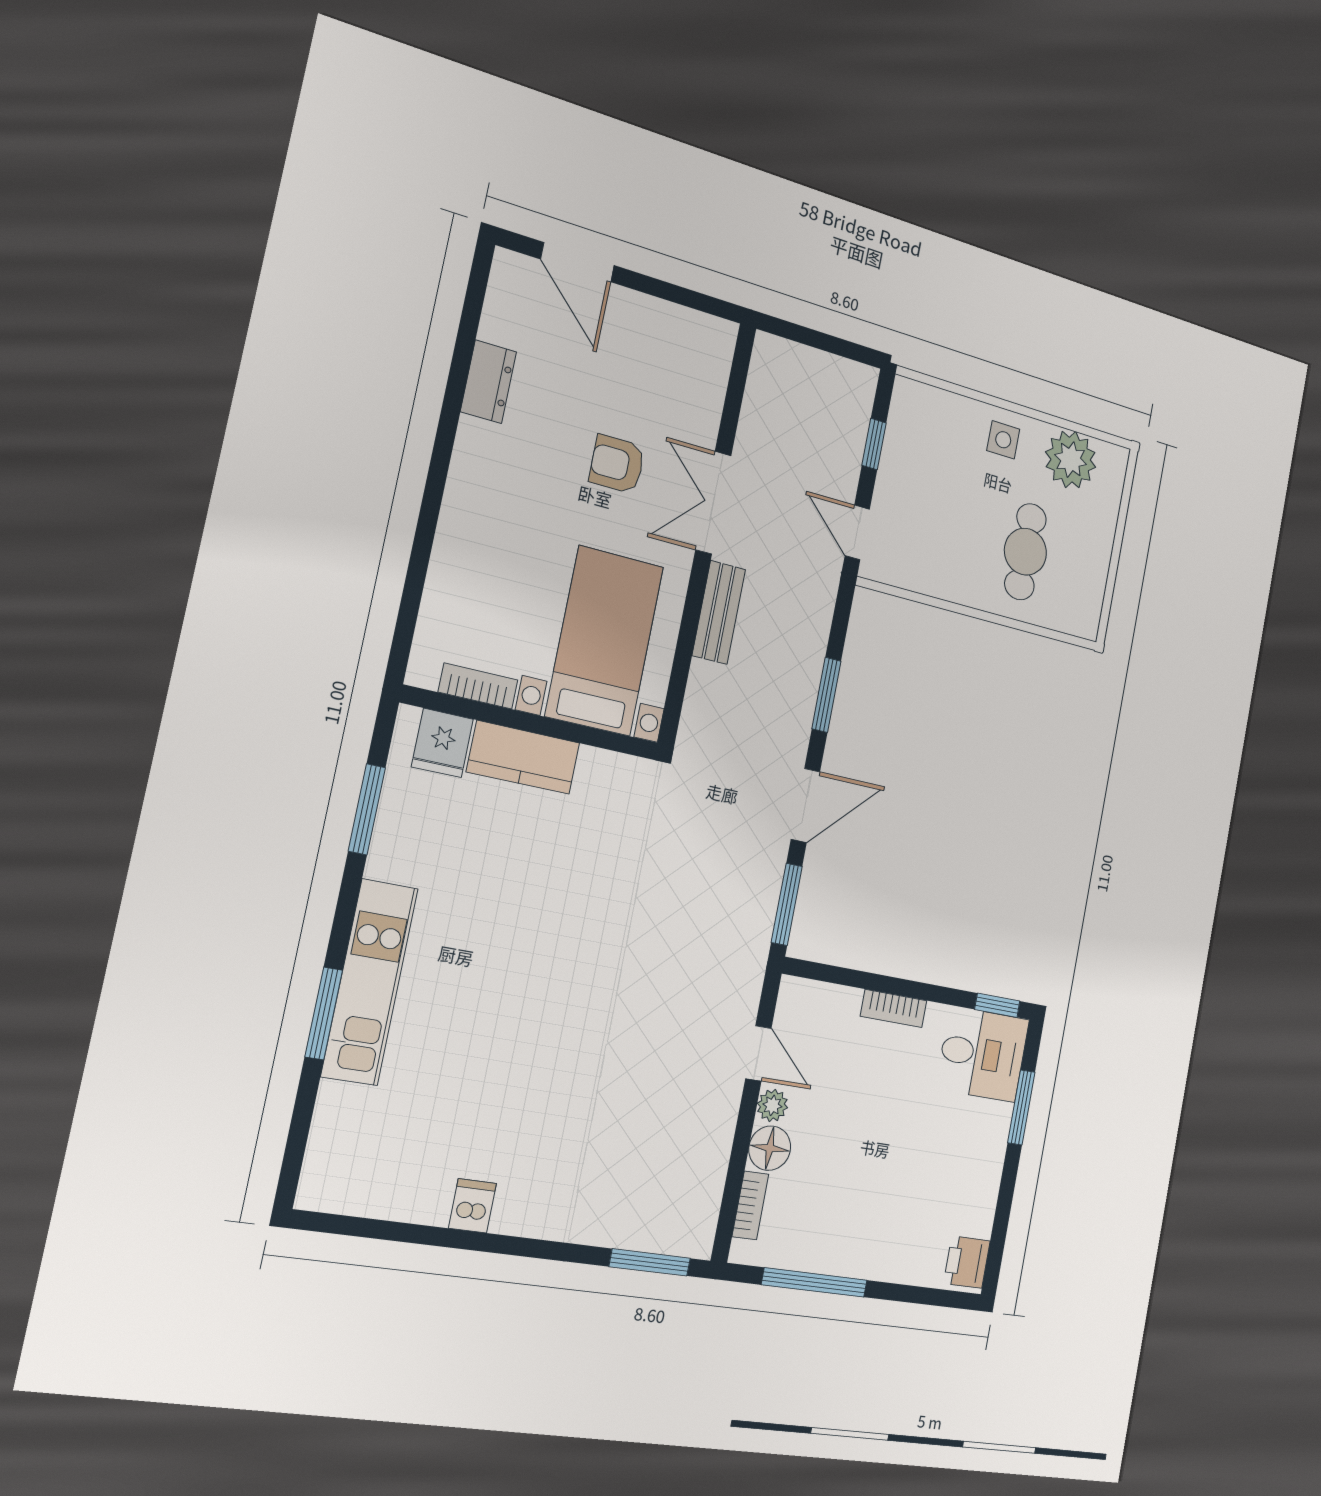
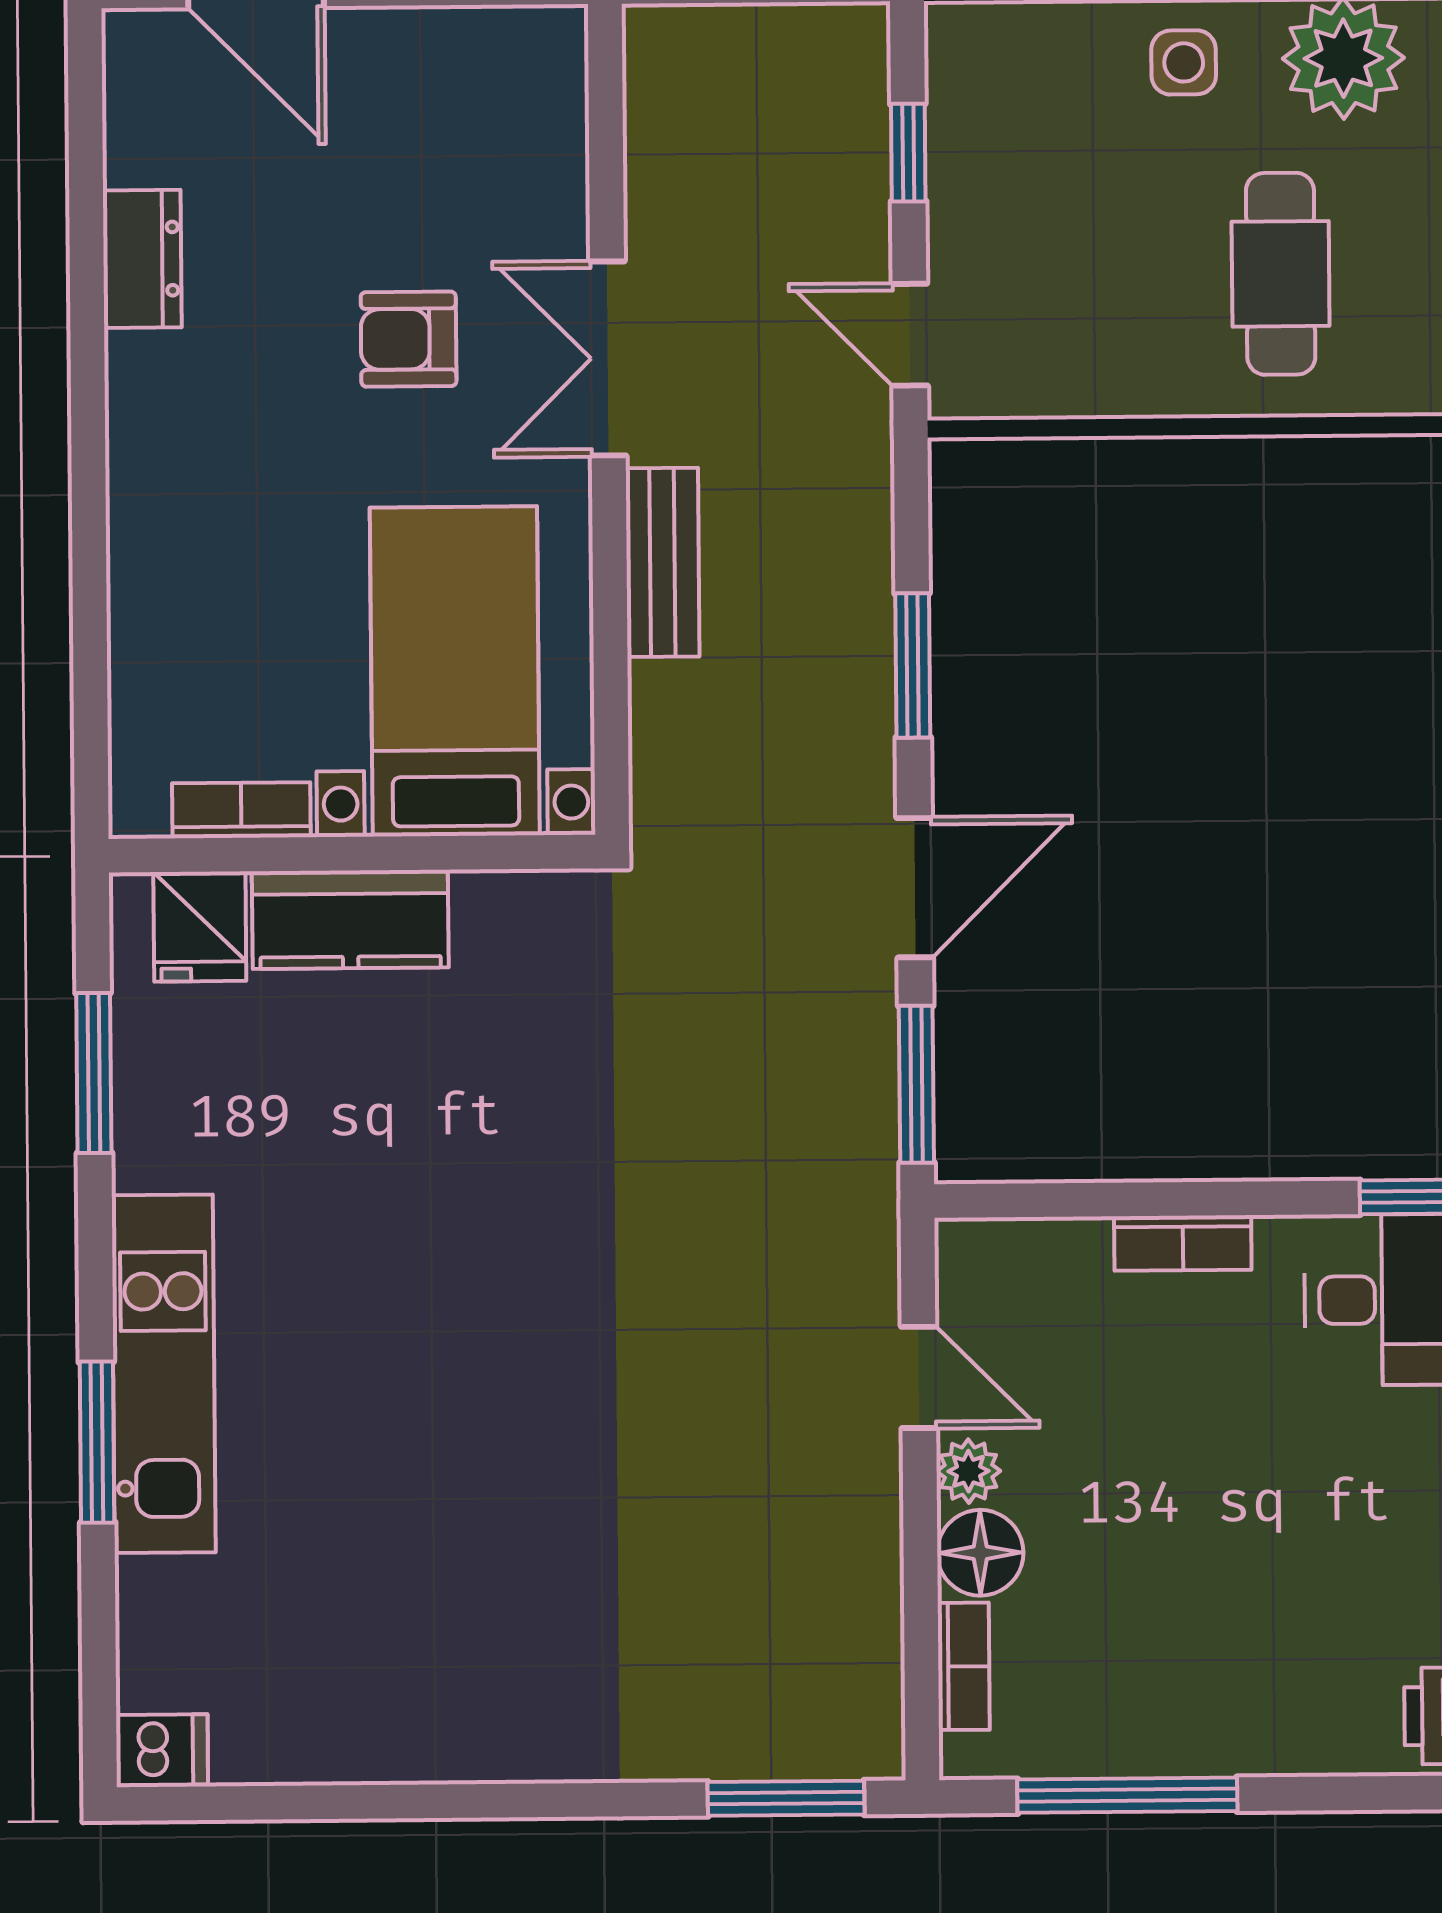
dishwasher: (472, 1206) -> (162, 1750), moved, turned 90

